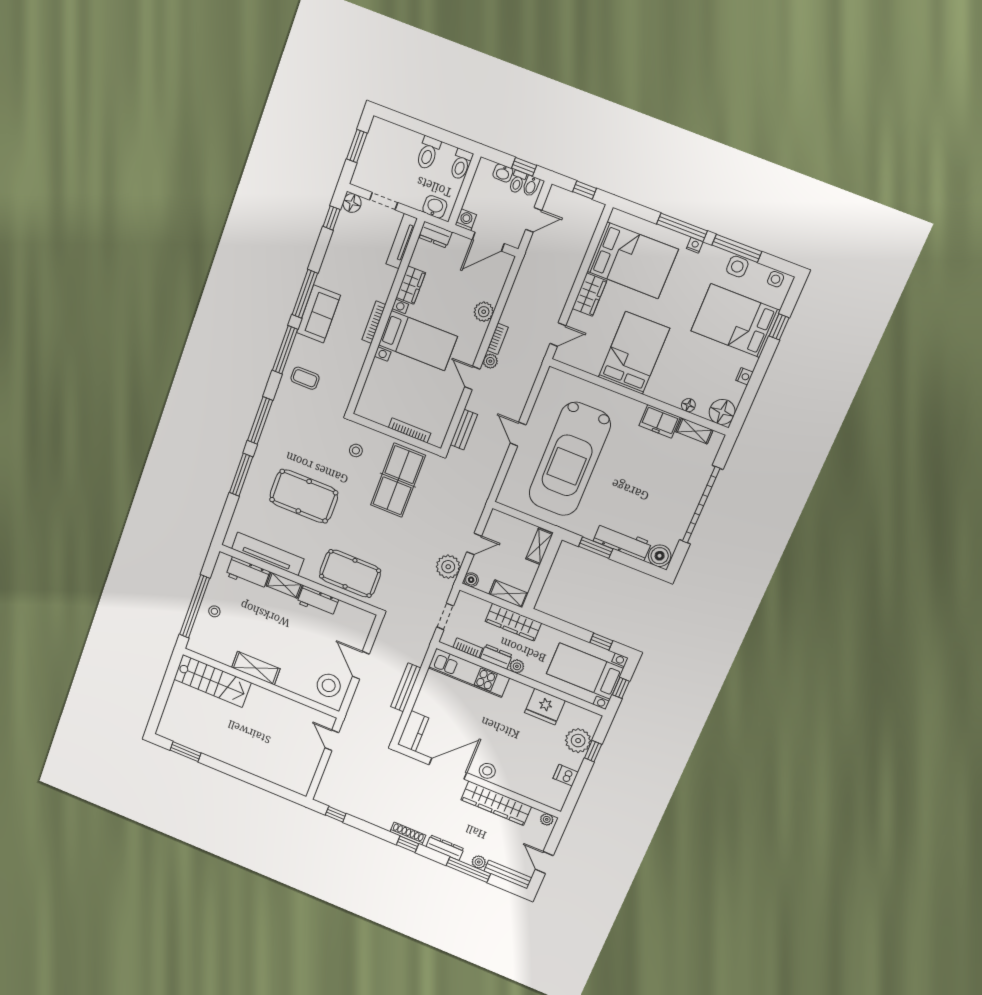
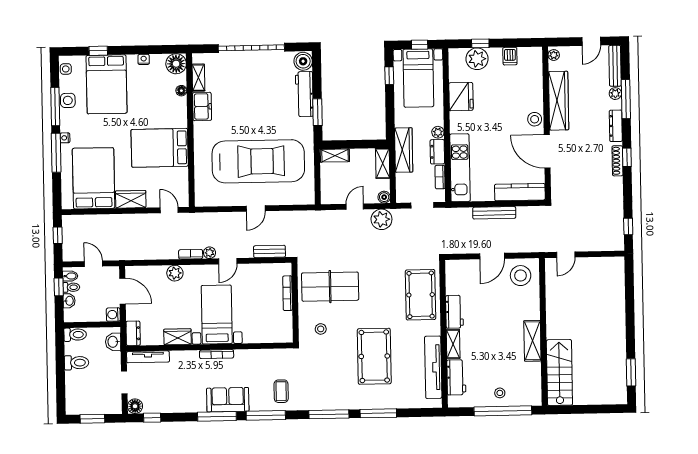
door: (474, 544) -> (355, 207), hinge flipped
kitchen counter: (413, 731) -> (520, 192), width x1.50

